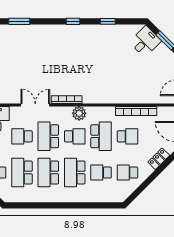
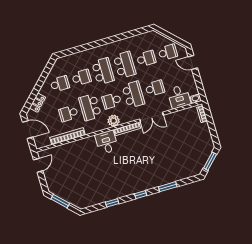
window: (19, 21) -> (168, 187), moved
desk: (145, 41) -> (107, 142), moved, turned 135
school desk: (22, 173) -> (146, 59), width x0.54

